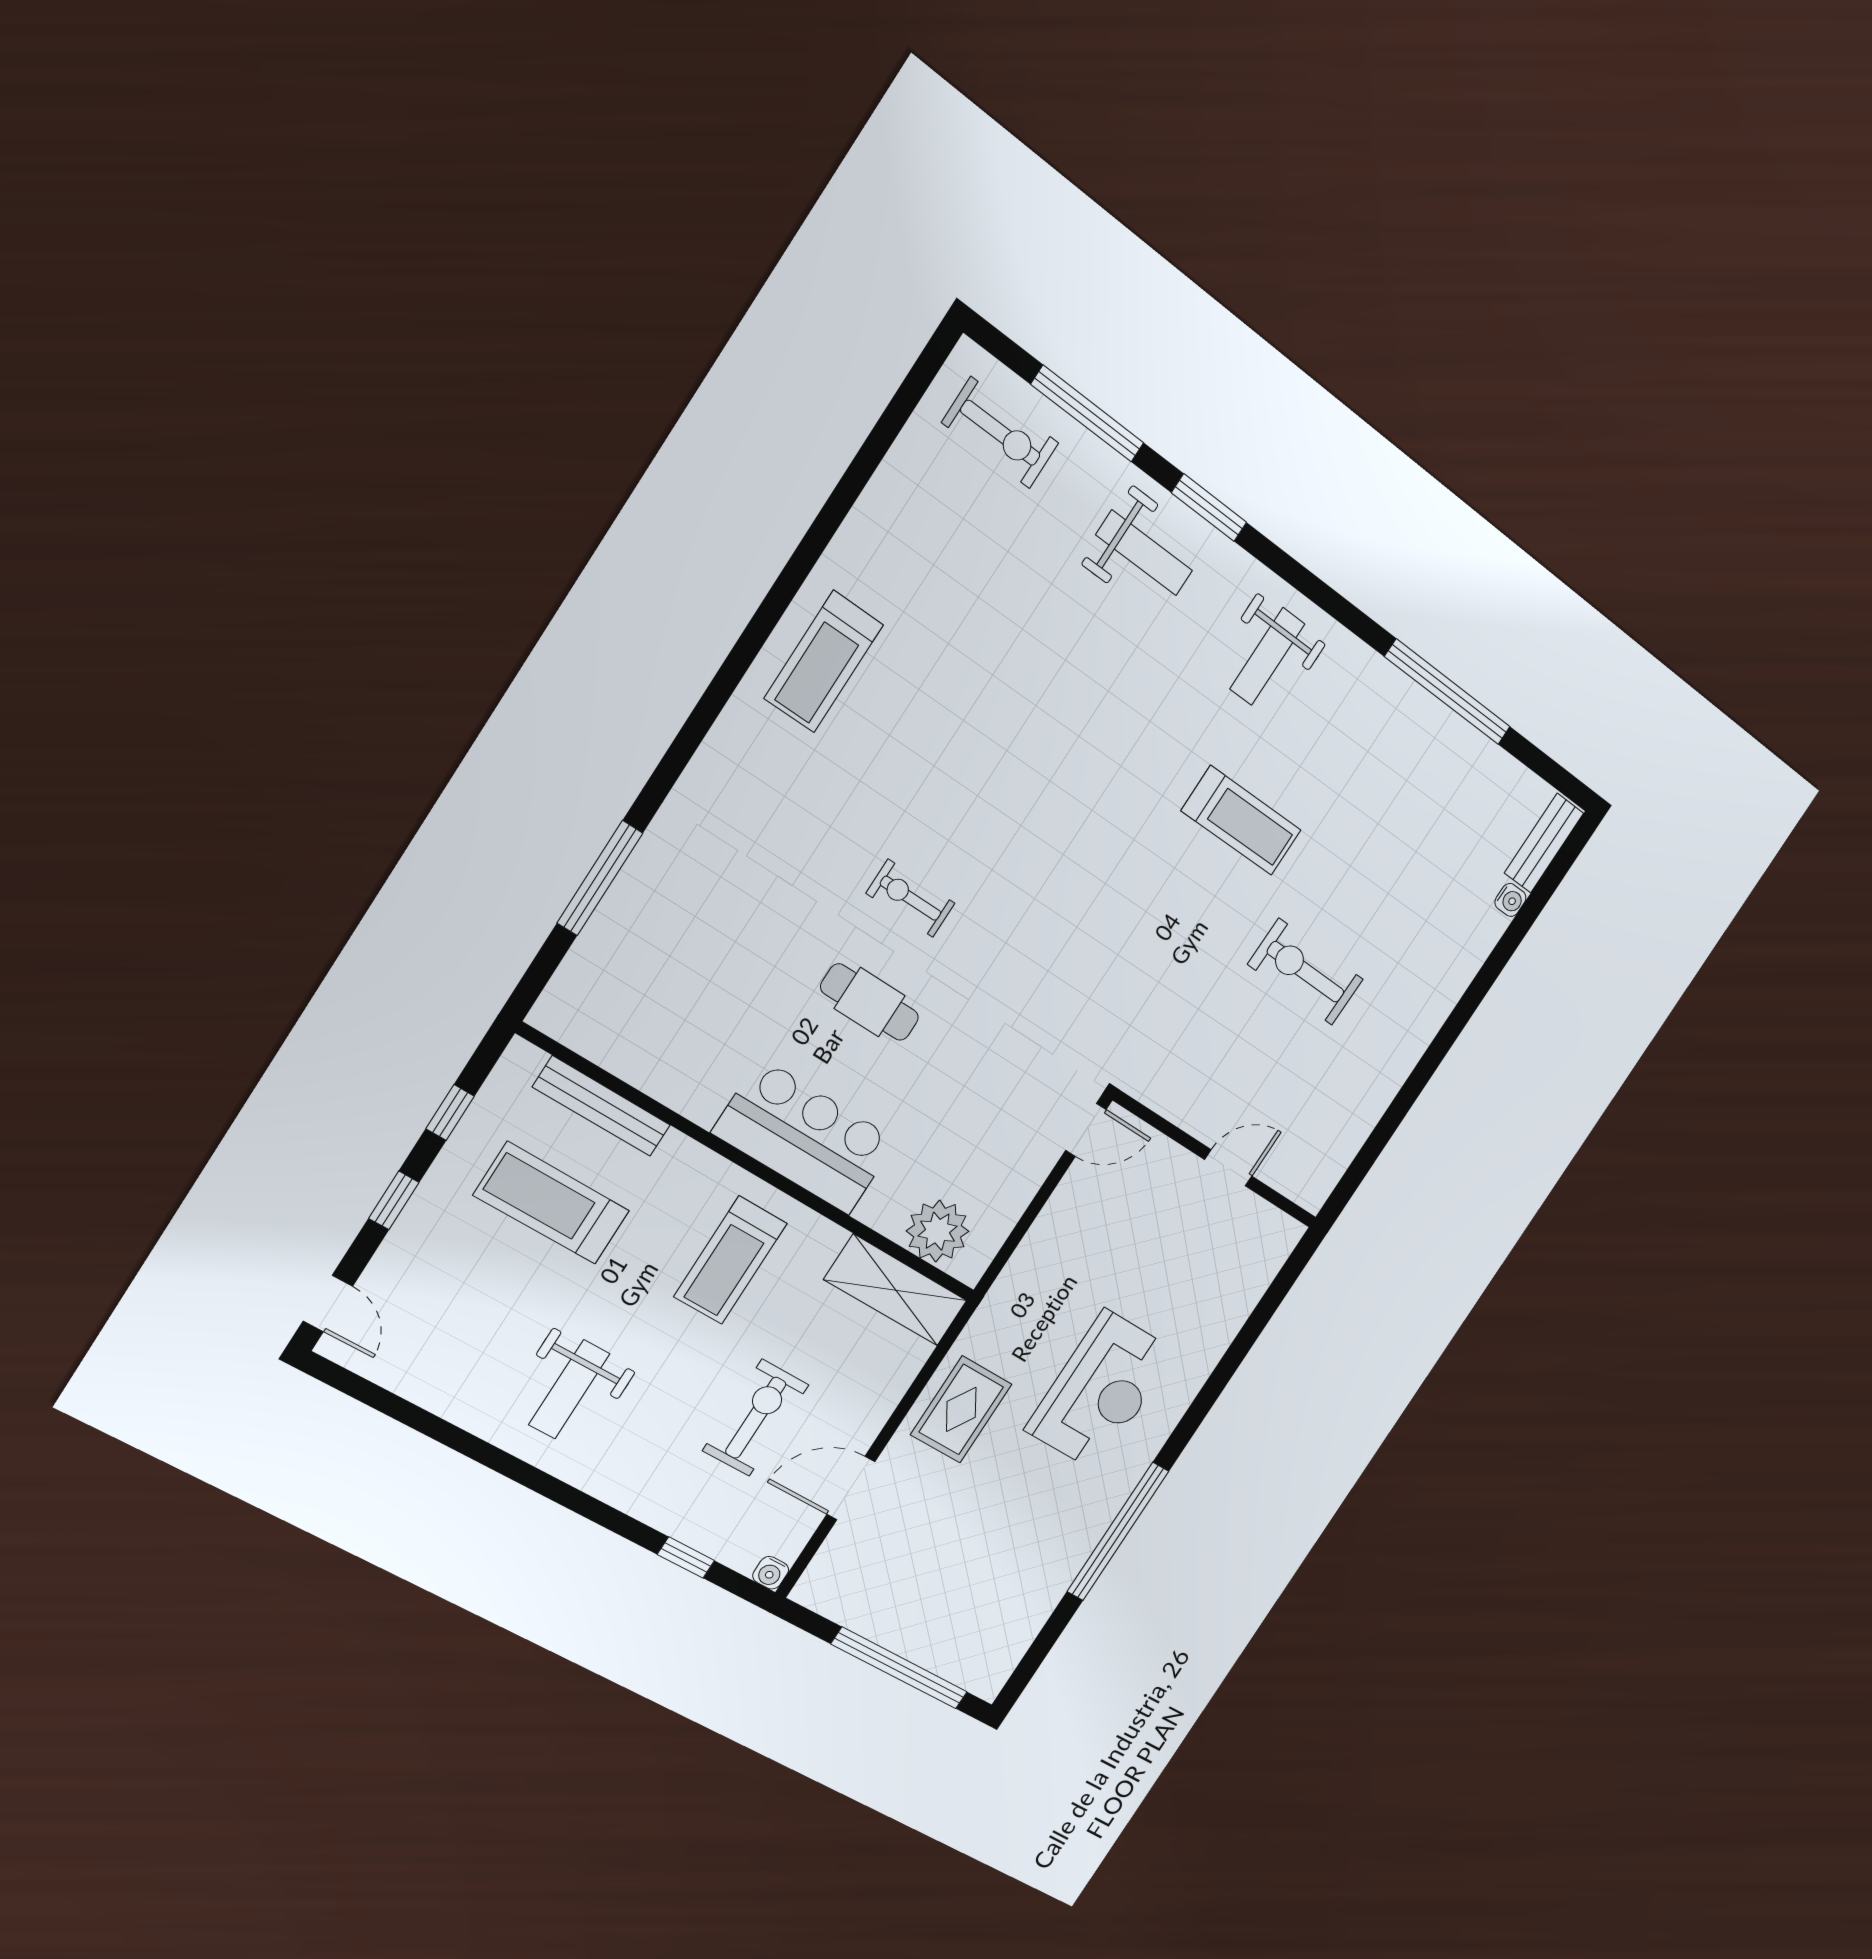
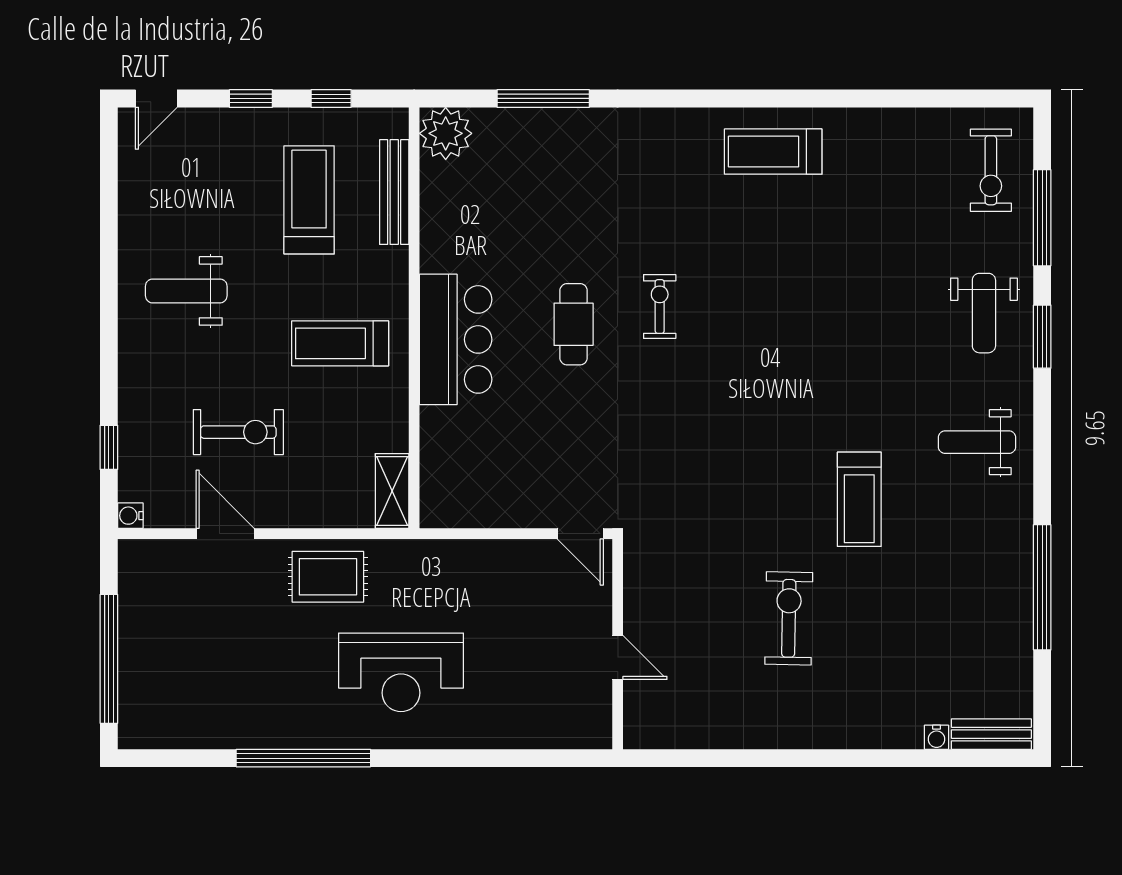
plant: (938, 1231) -> (446, 133), moved
shelving: (896, 1290) -> (392, 491), width x0.67, depth x0.75

